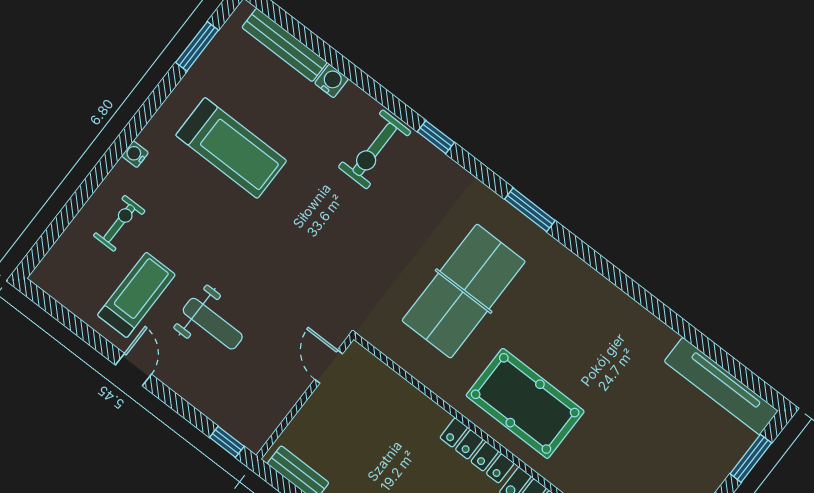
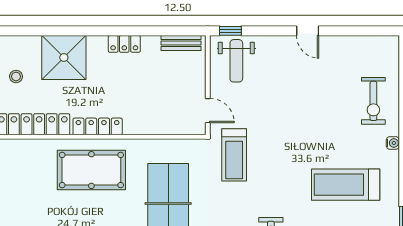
exercise bike: (119, 223) -> (373, 101), width x1.38, depth x1.39
treadmill: (136, 295) -> (234, 155), moved
weight bench: (213, 324) -> (236, 61), moved, turned -90

